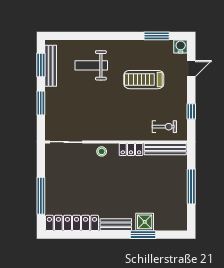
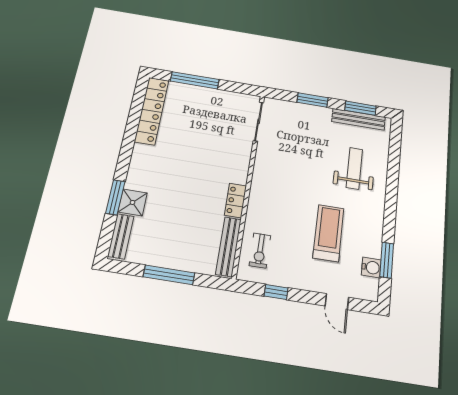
water cooler: (181, 46) -> (371, 267), moved
stool: (102, 151) -> (239, 162), removed
bench: (116, 225) -> (121, 236), moved

